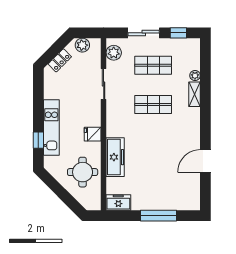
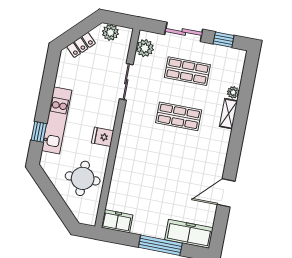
freezer: (115, 157) -> (189, 234), moved, turned -90

